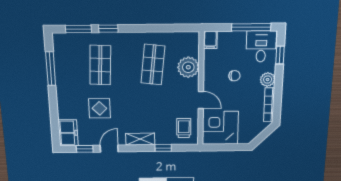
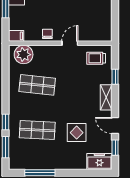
plant: (188, 67) -> (24, 55), moved
chair: (234, 76) -> (47, 34), moved
corner desk: (220, 128) -> (96, 26), removed

